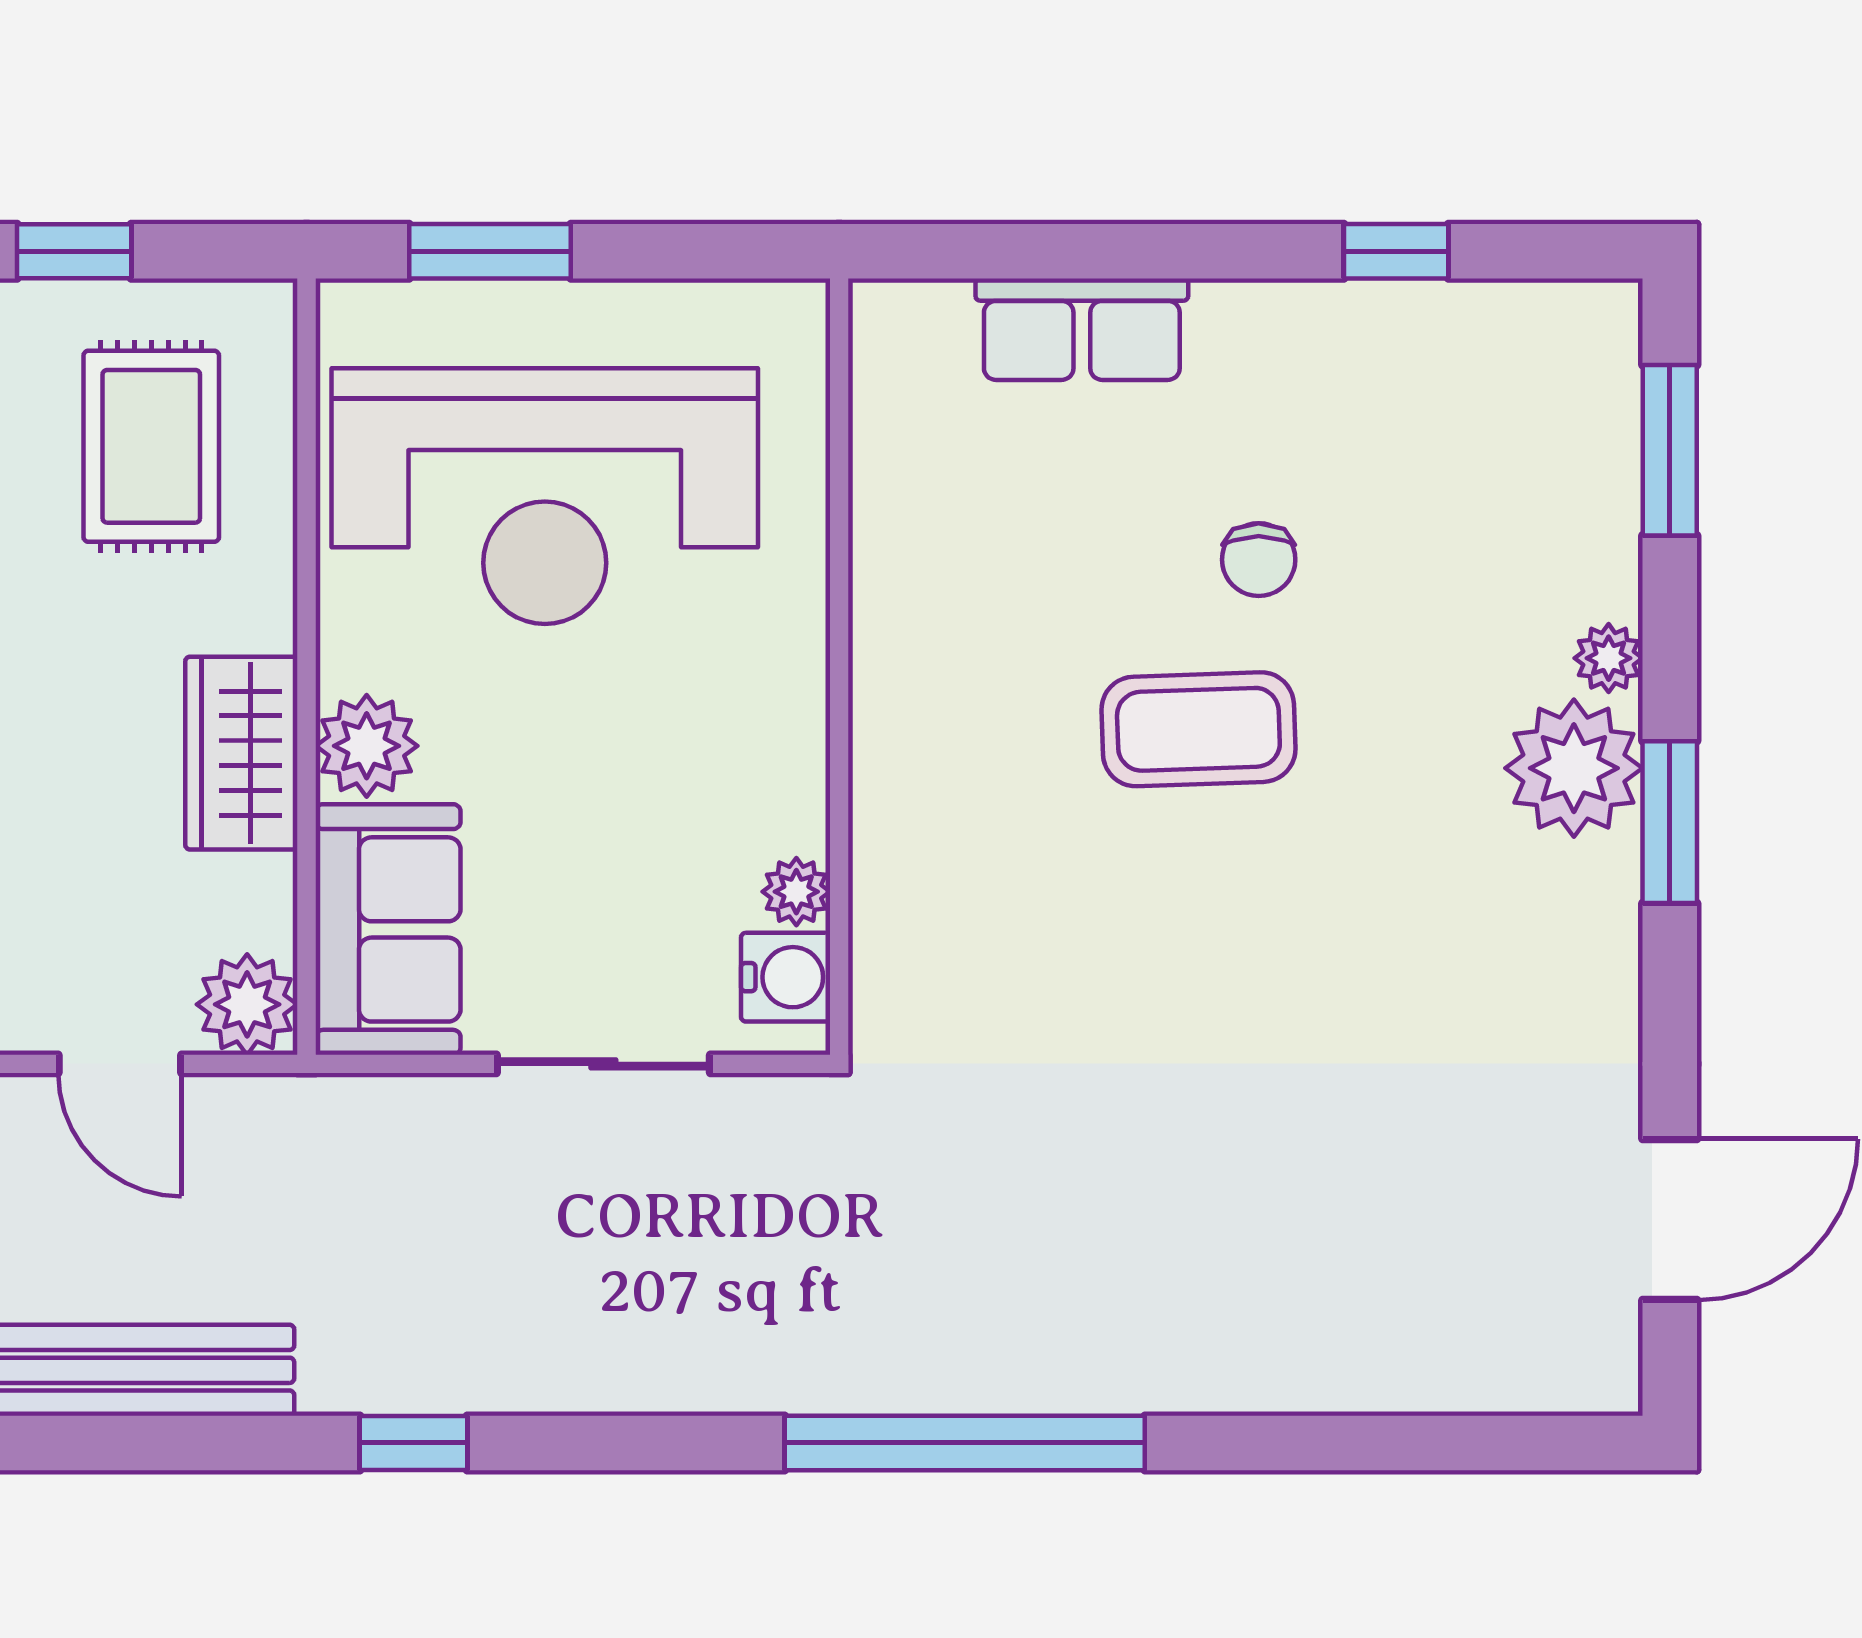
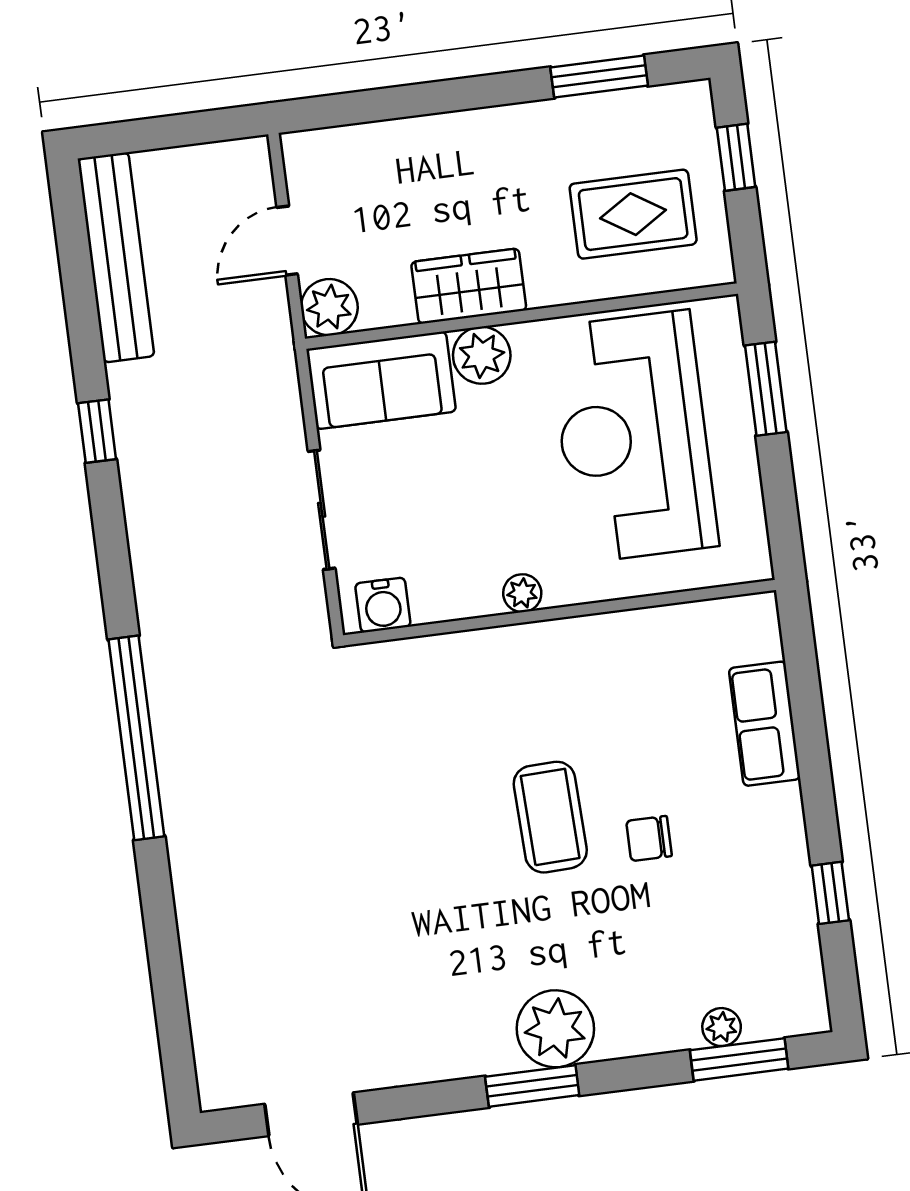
plant: (1609, 658) -> (722, 1027), moved
plant: (796, 892) -> (522, 593), moved

